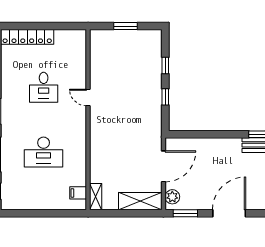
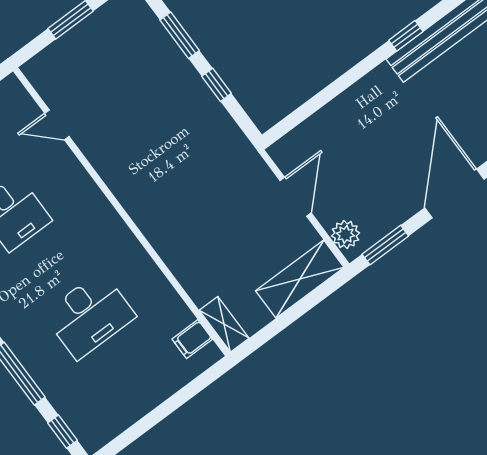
window: (165, 65) -> (180, 35), width x1.50
door: (88, 97) -> (57, 125), moved
door: (163, 166) -> (296, 197), width x0.73

